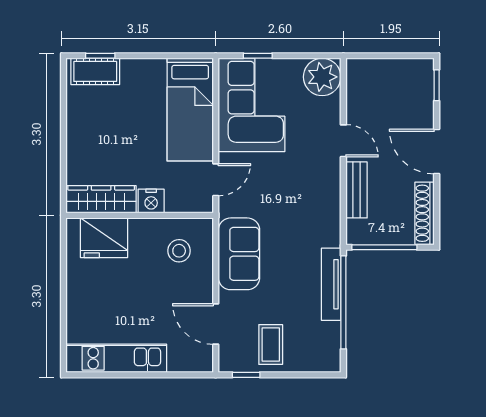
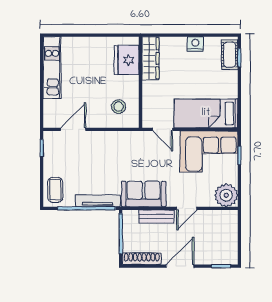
nightstand: (151, 201) -> (195, 44), moved, turned 90
sofa: (239, 254) -> (144, 194), moved, turned 180
coffee table: (271, 345) -> (55, 190), moved, turned 90

